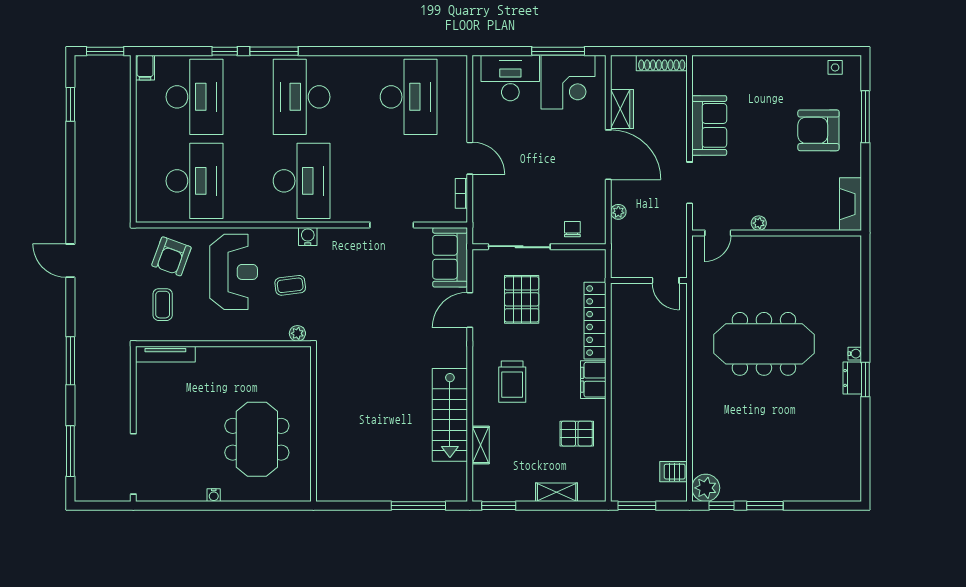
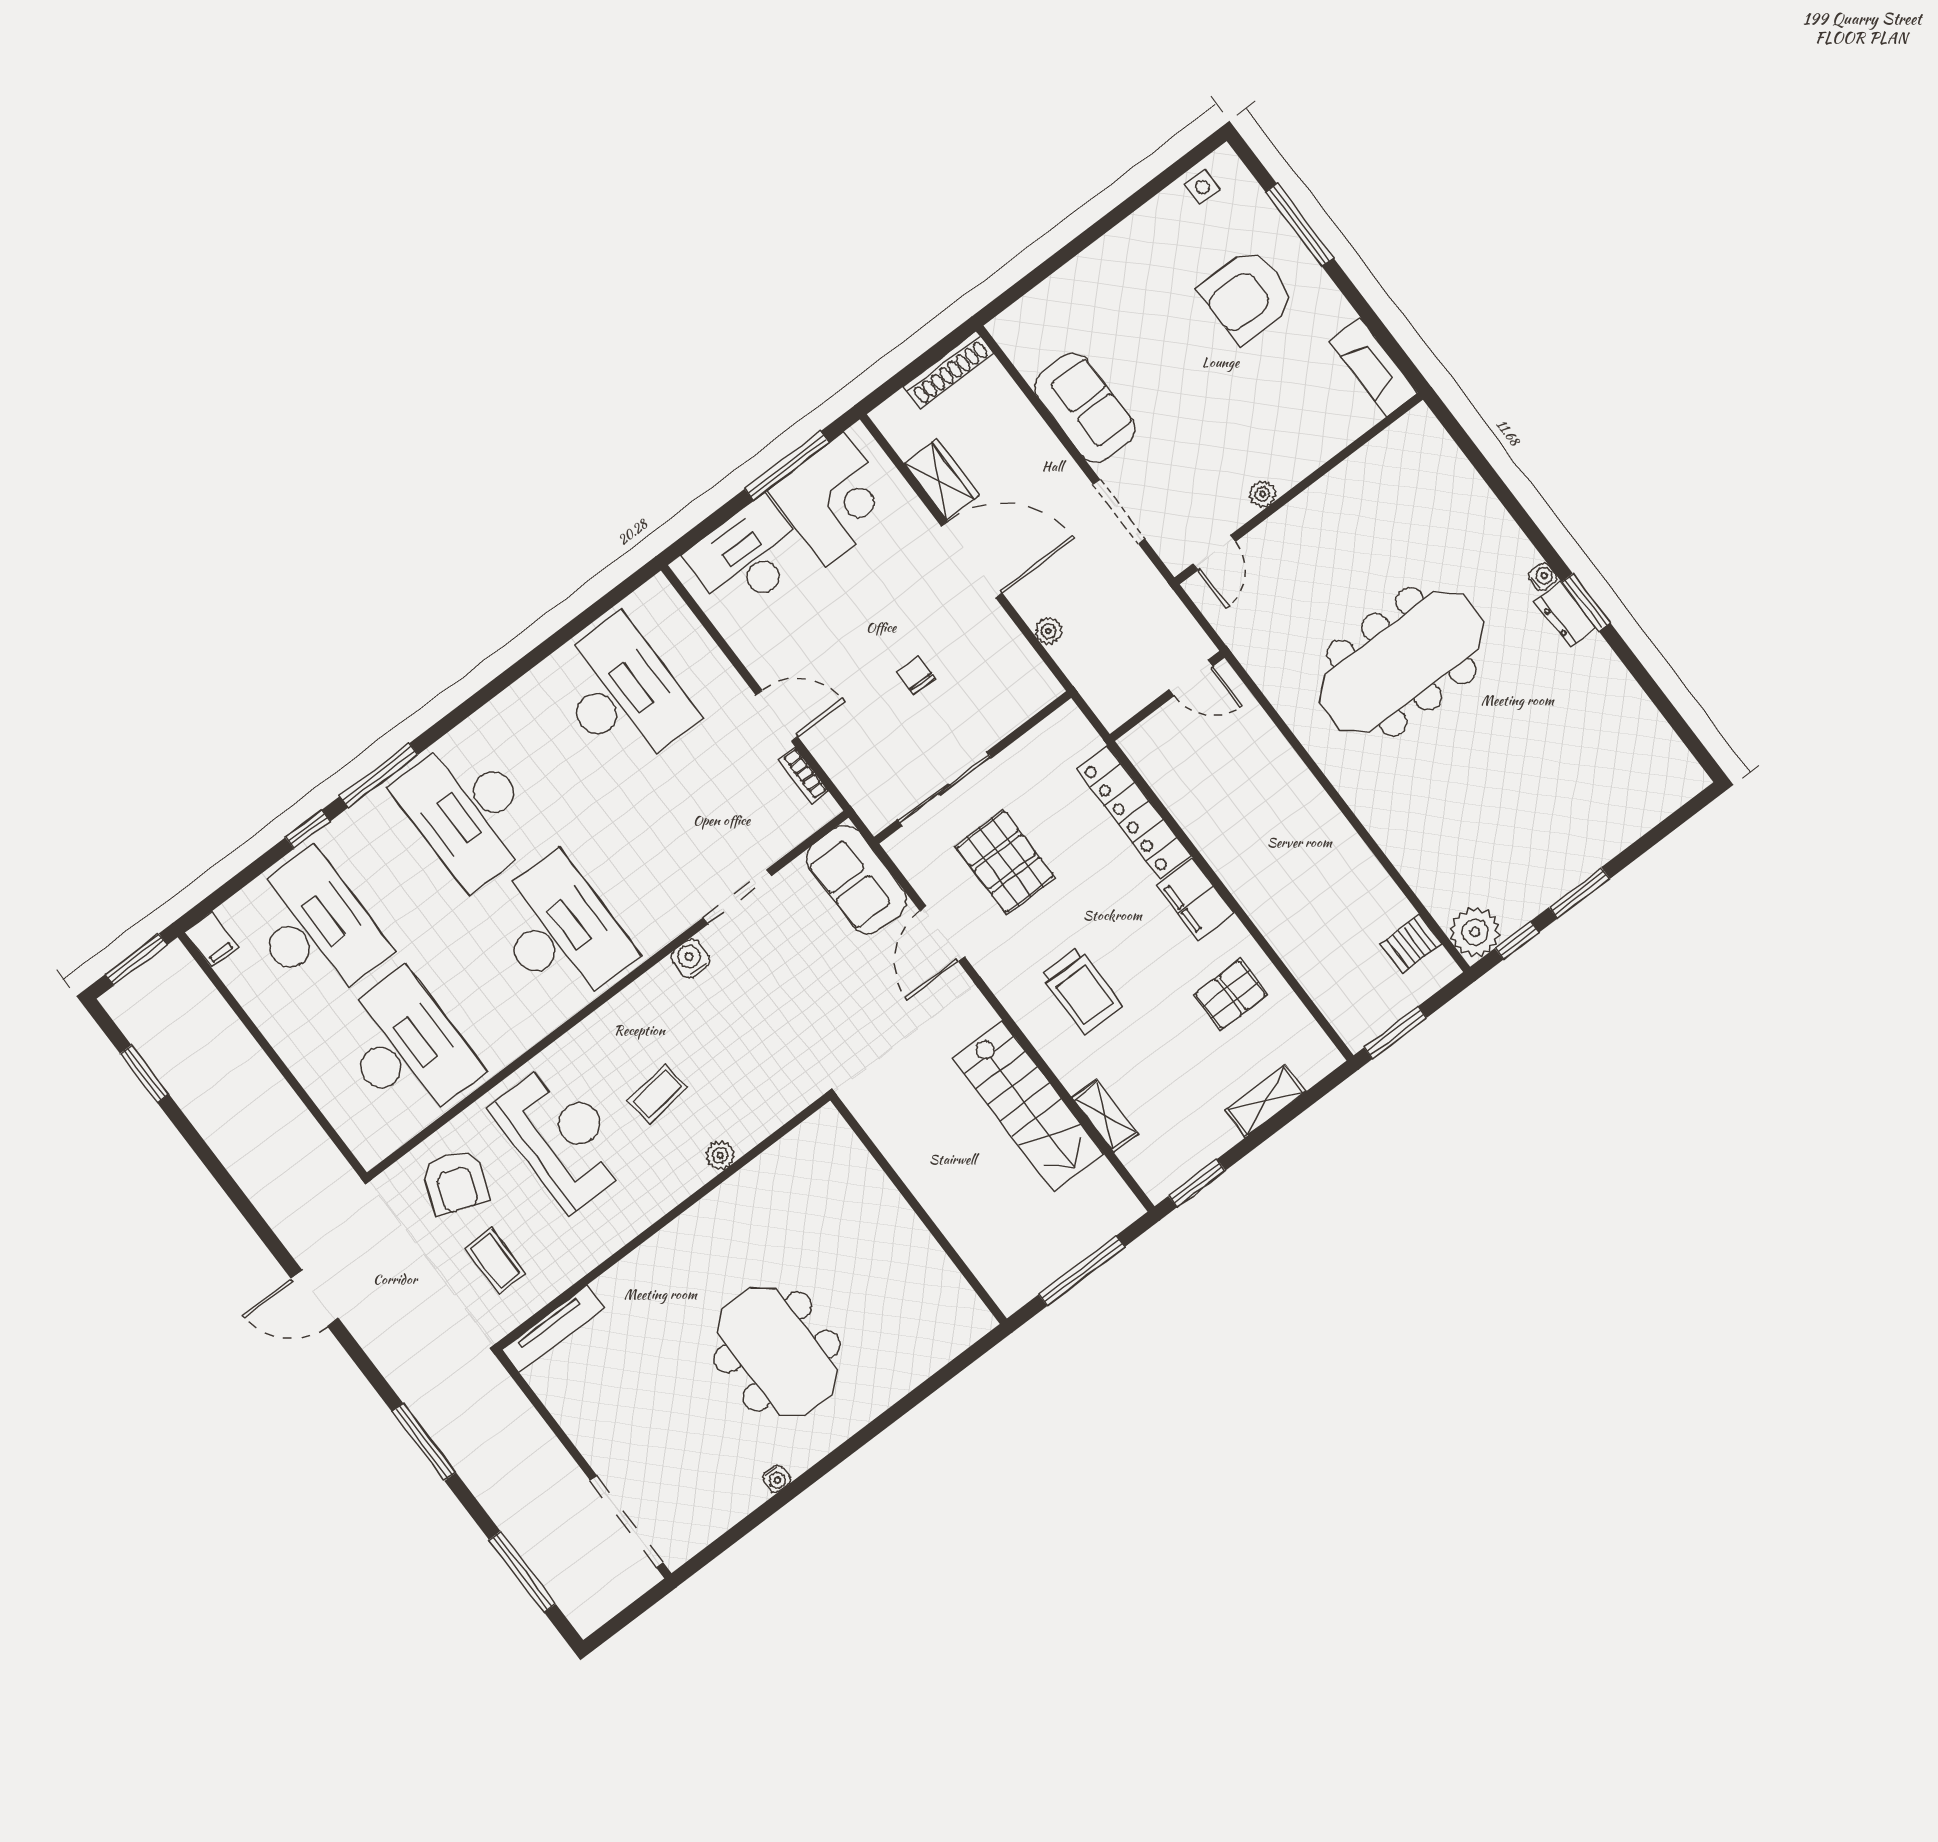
chair: (572, 229) -> (916, 675), moved
water cooler: (308, 236) -> (690, 958), moved
wall: (313, 424) -> (919, 1210), moved

